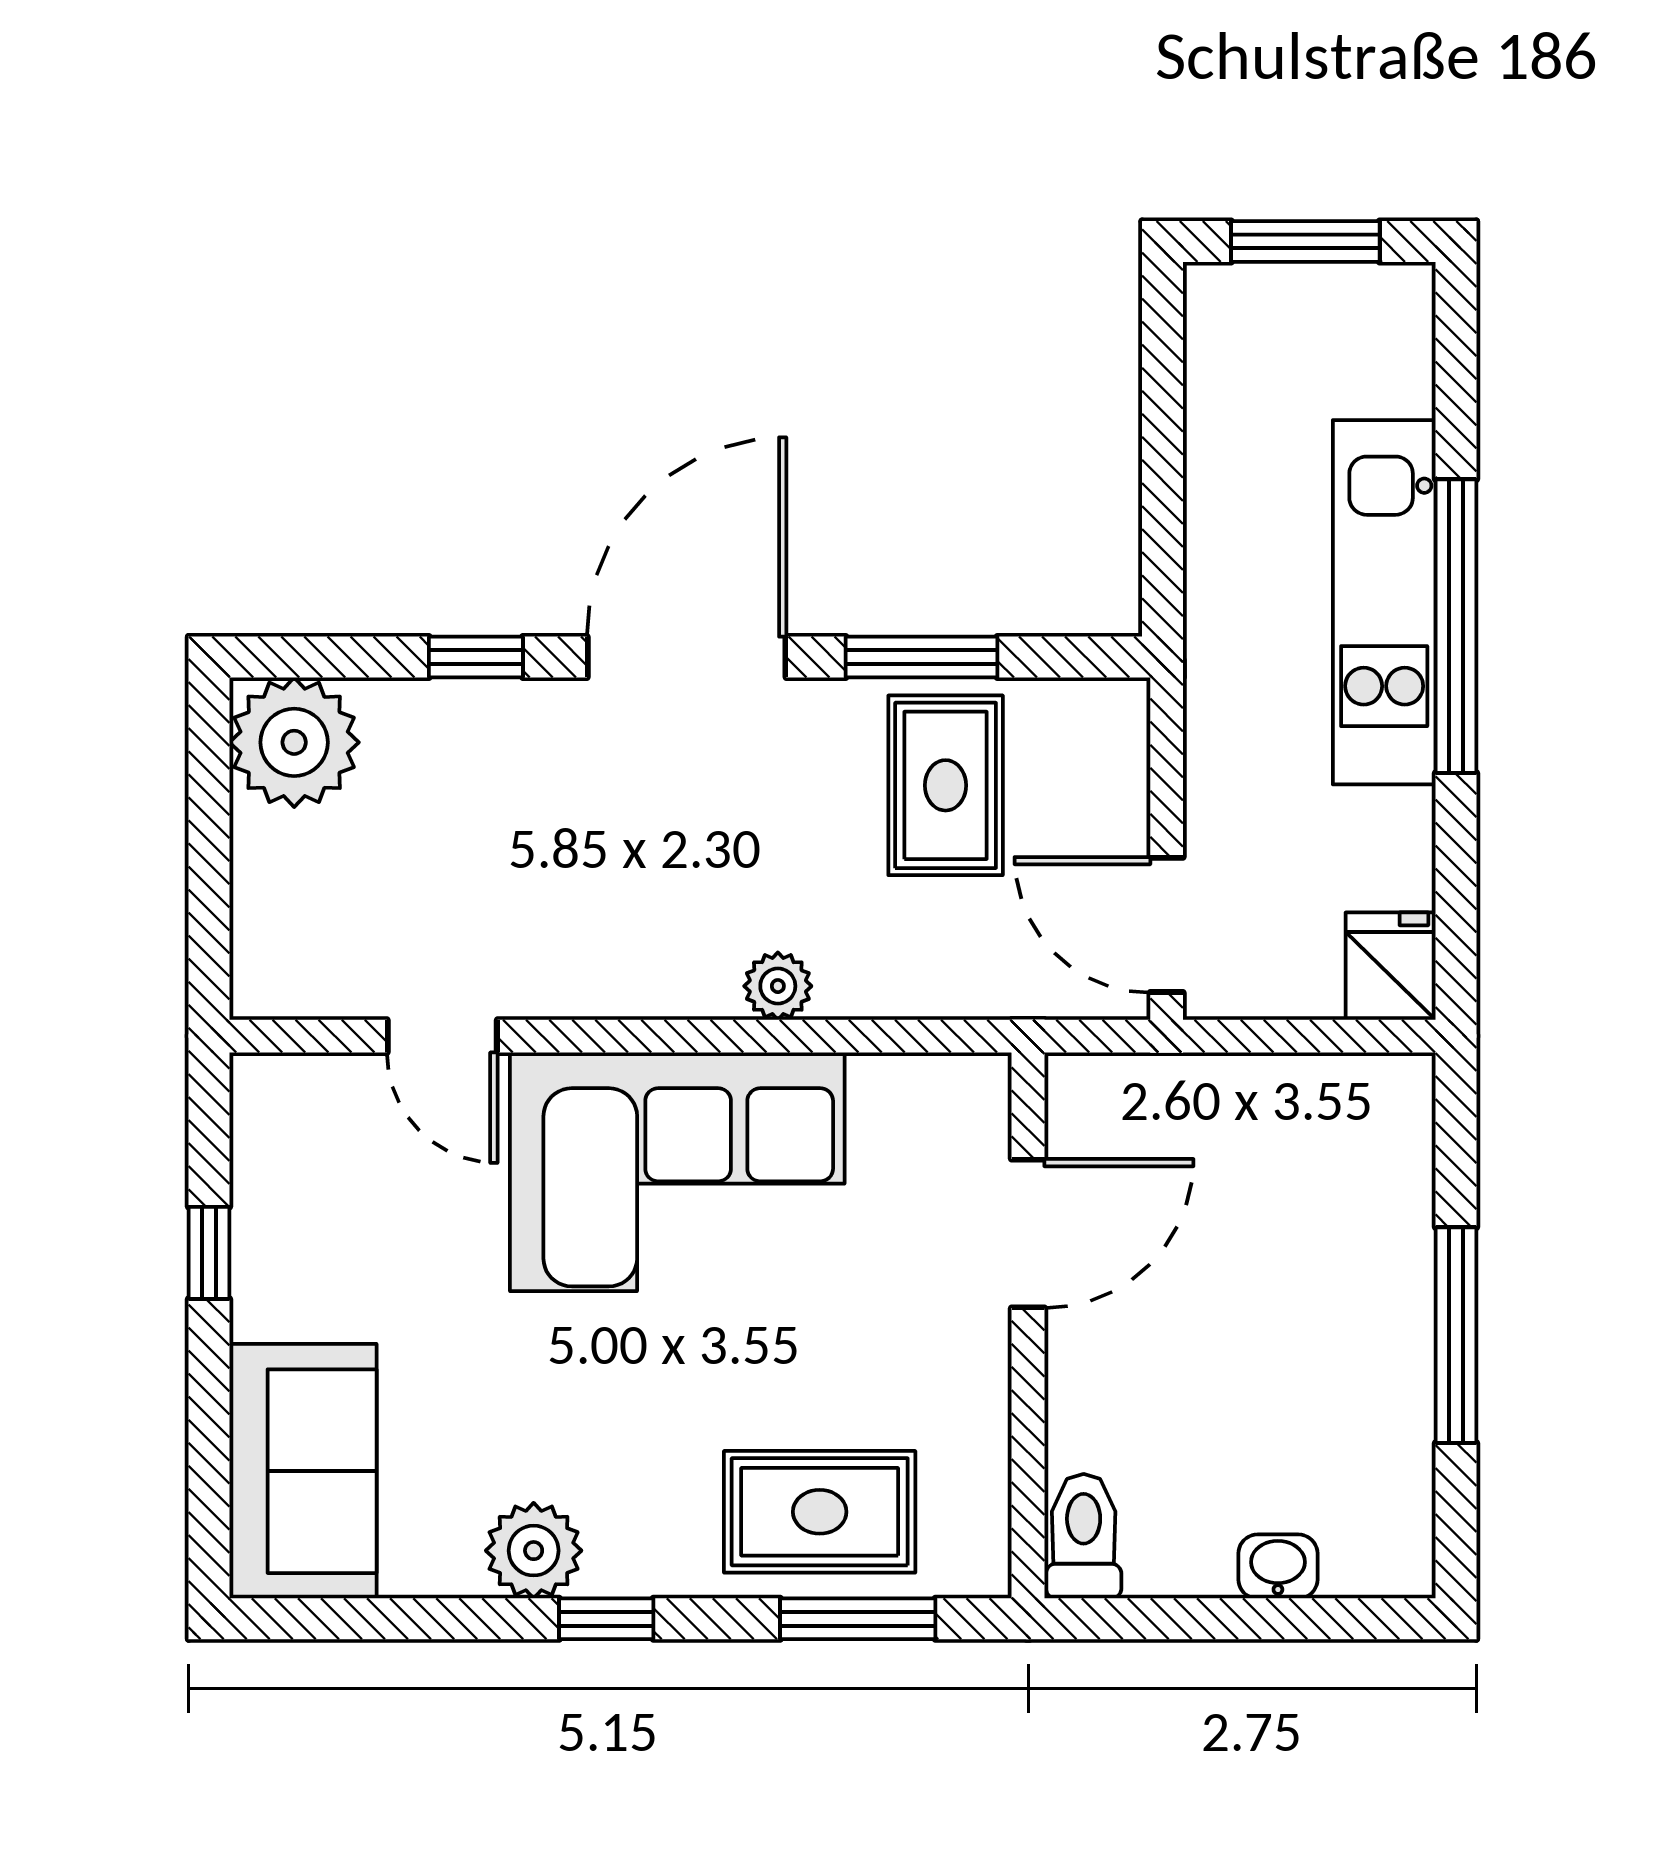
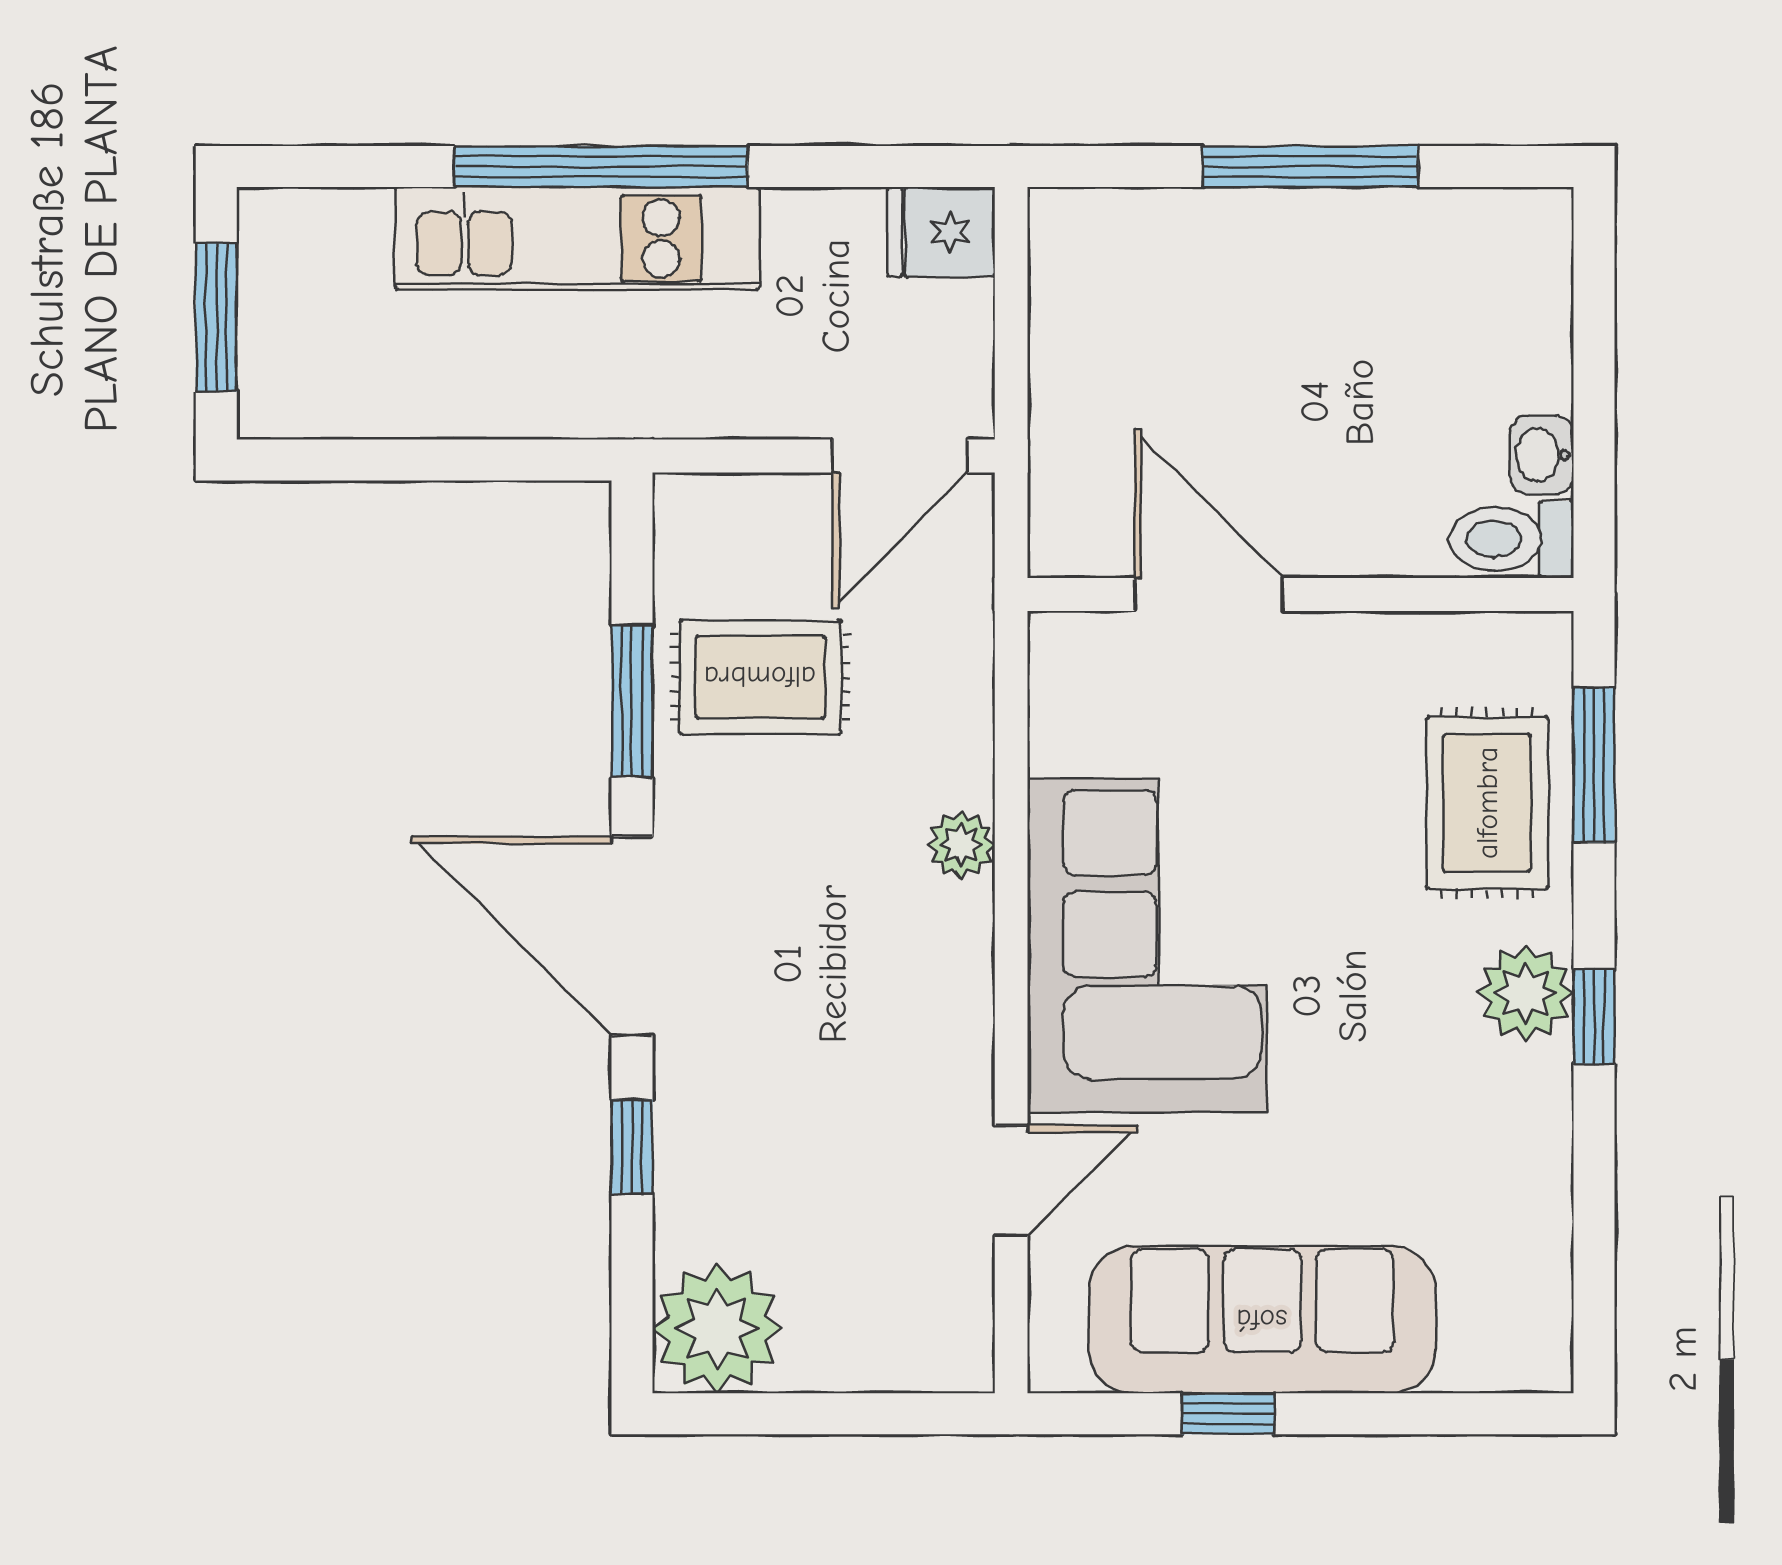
sofa: (303, 1471) -> (1262, 1320), moved, width x1.36
plant: (534, 1551) -> (1526, 993), moved
washbasin: (1278, 1566) -> (1542, 455), moved

